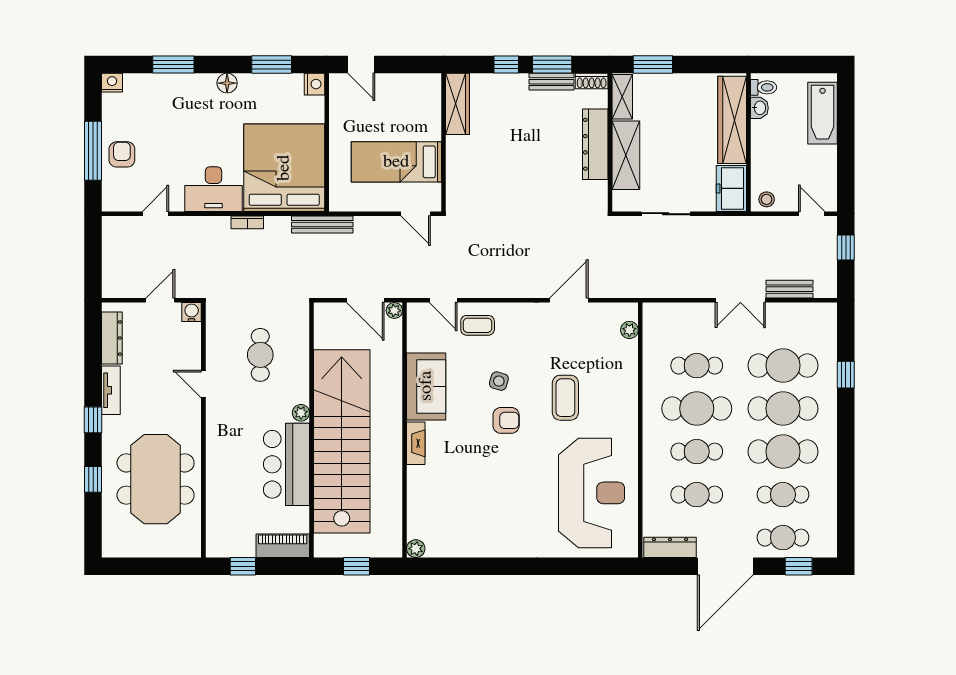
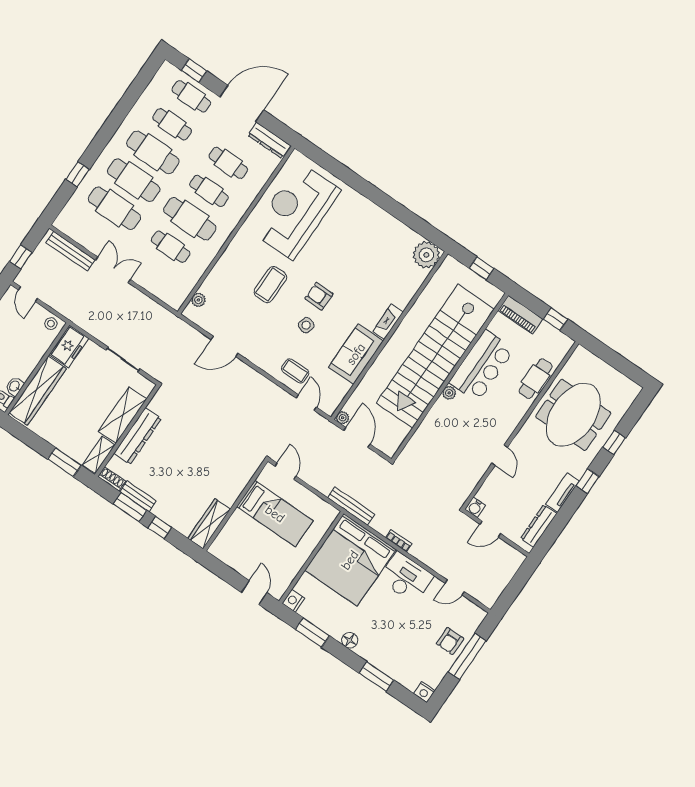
bench: (790, 289) -> (70, 251), width x1.36
cafe table: (260, 355) -> (536, 379), moved
plant: (416, 549) -> (426, 255), width x1.87, depth x1.87

